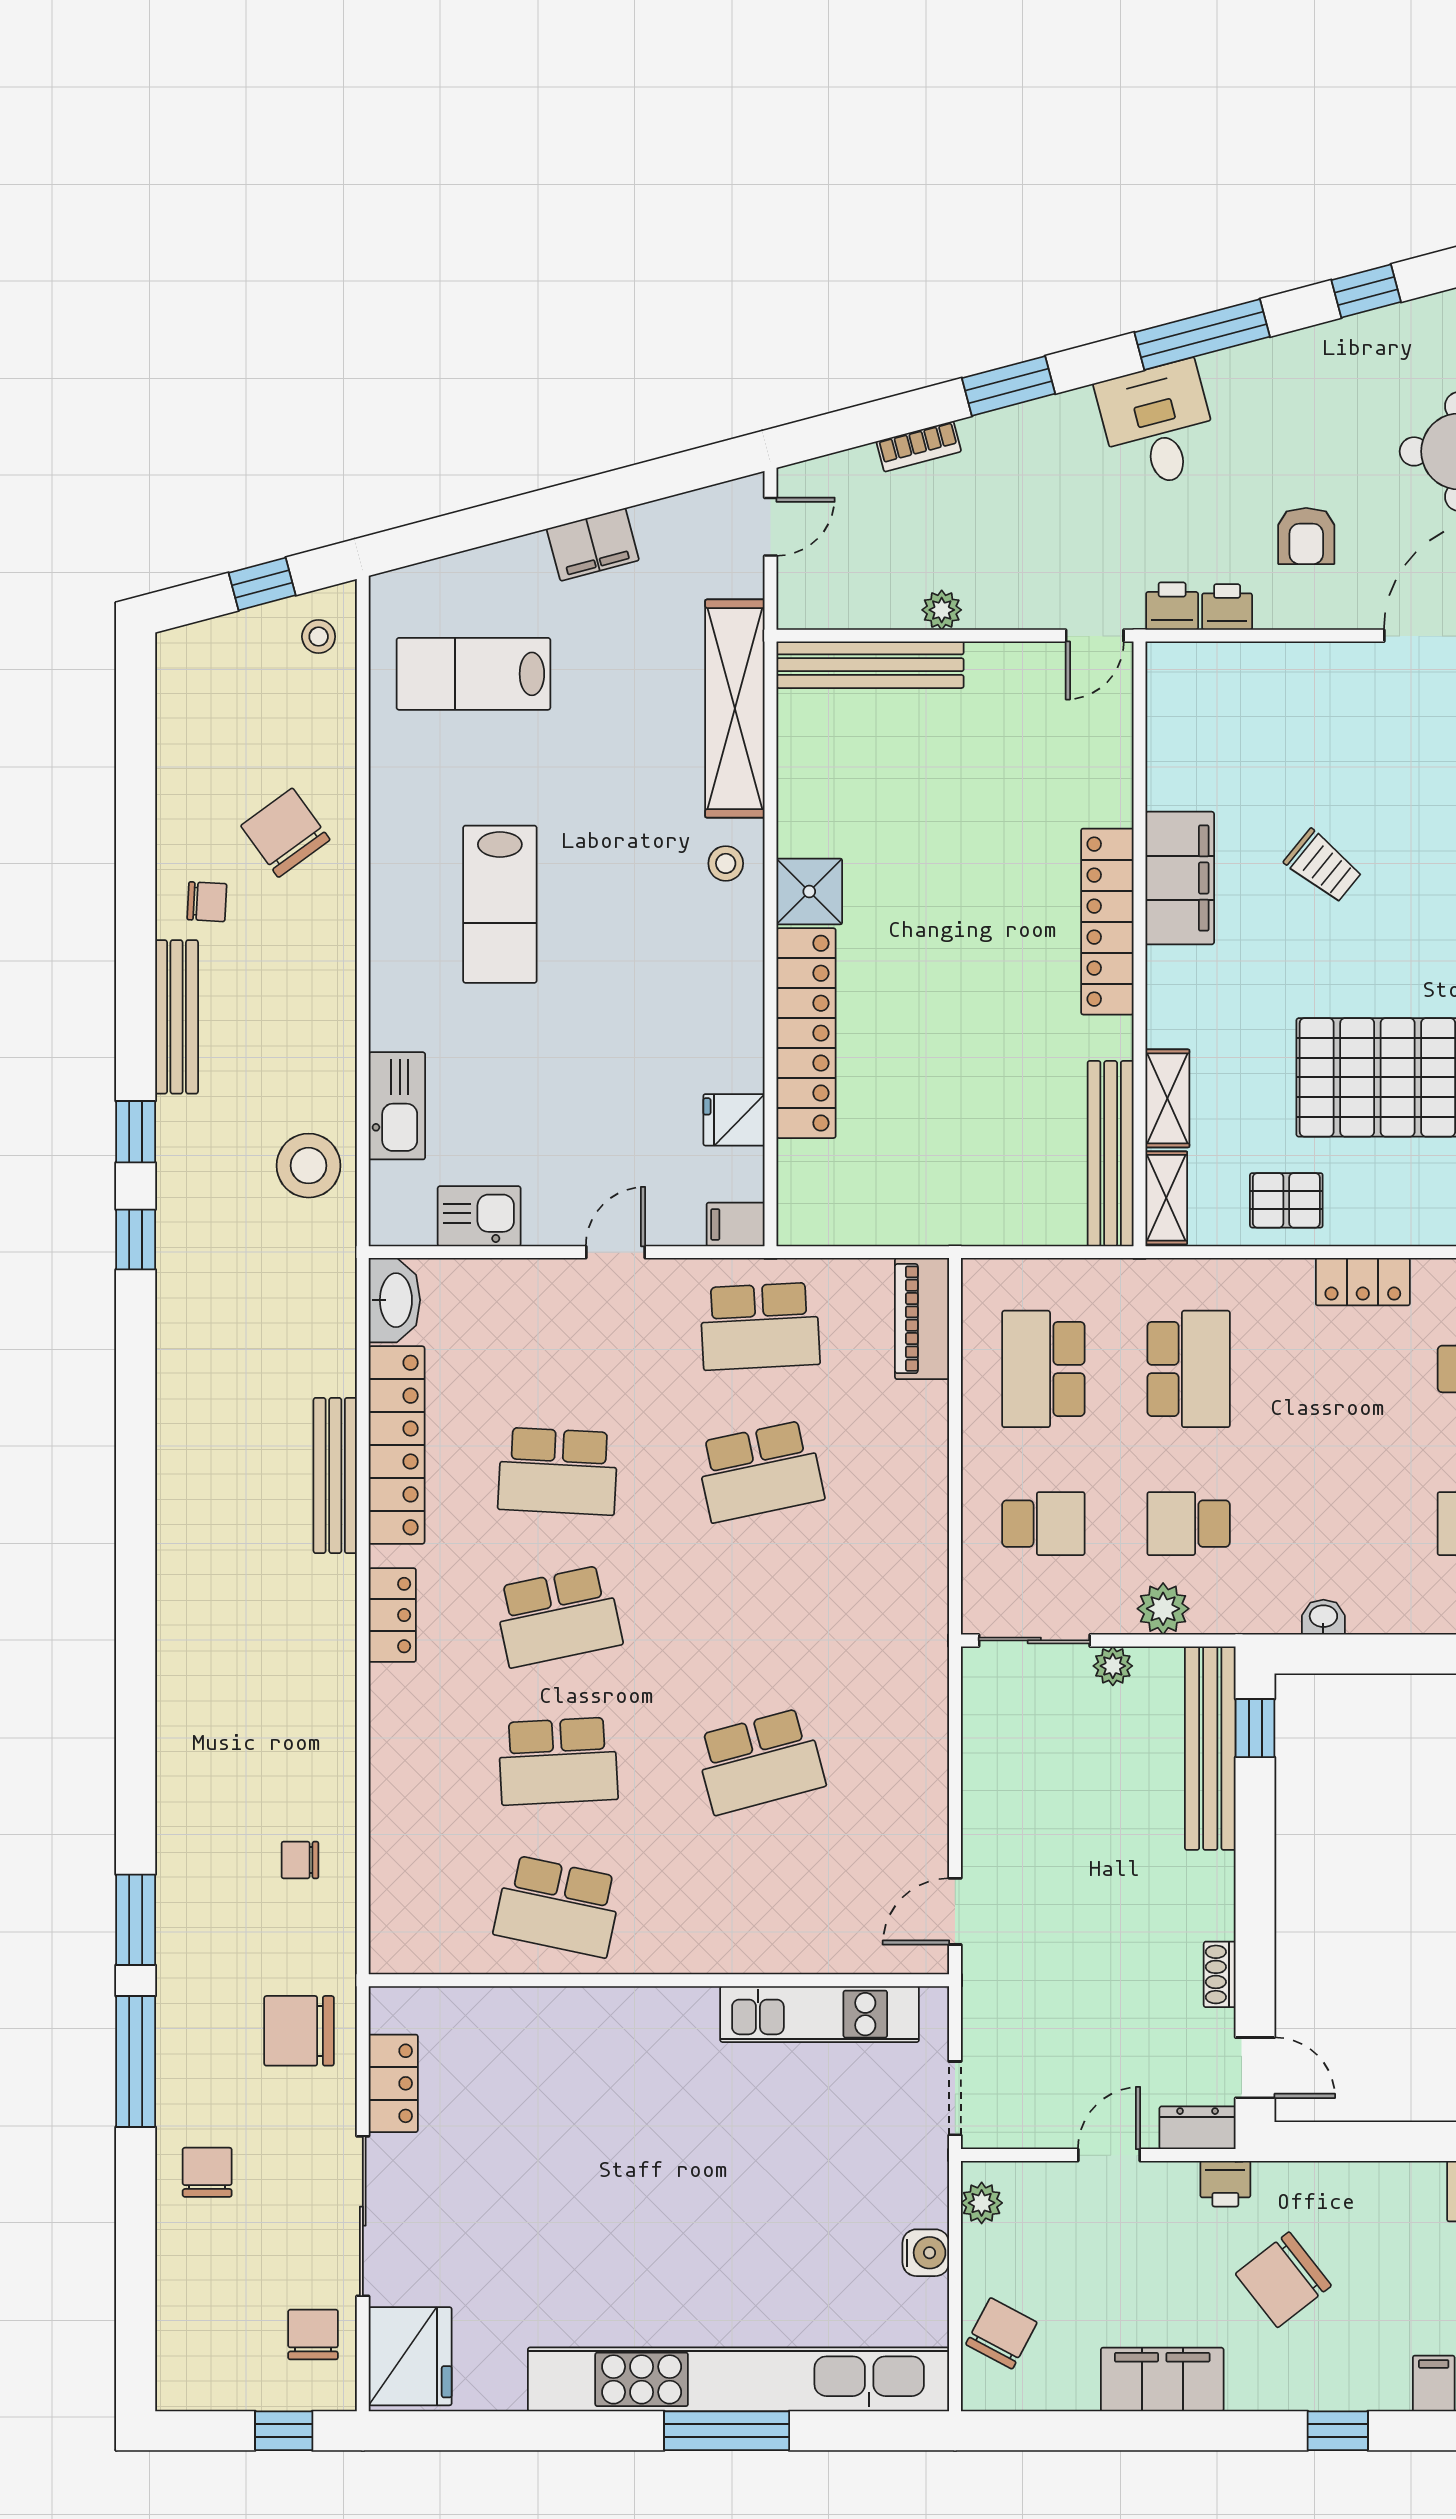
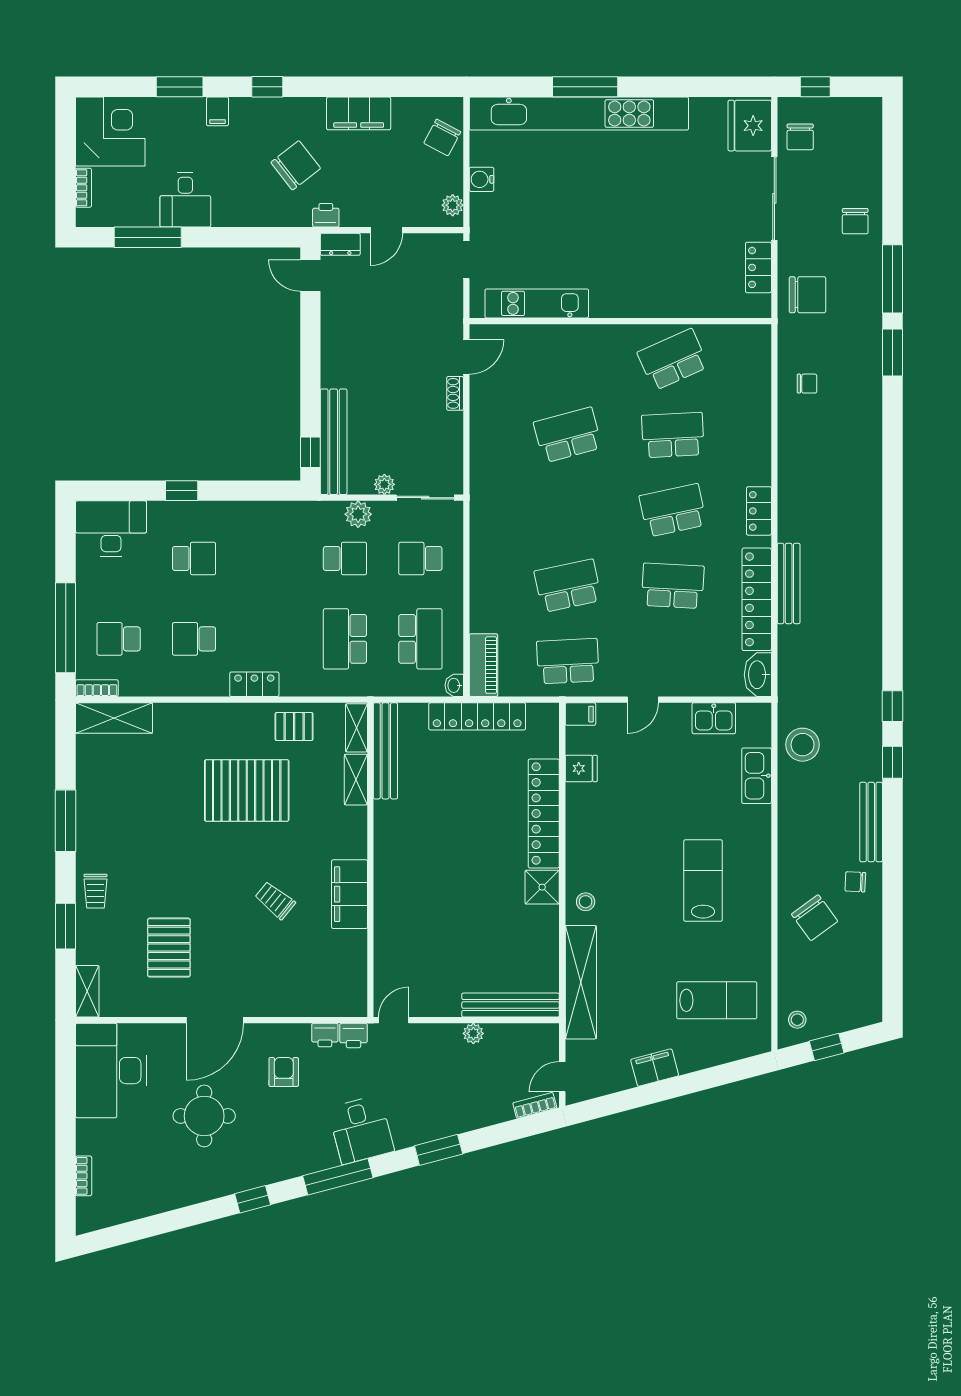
bookcase: (919, 446) -> (535, 1105), moved
locker: (1107, 922) -> (477, 716), moved, turned 90
washbasin: (1323, 1617) -> (454, 685), moved, turned 90
school desk: (558, 1906) -> (673, 360), turned -36
shoe rack: (1220, 1974) -> (455, 393), moved, turned 180

